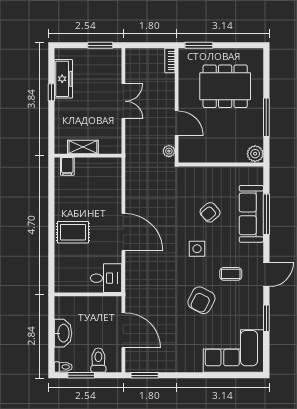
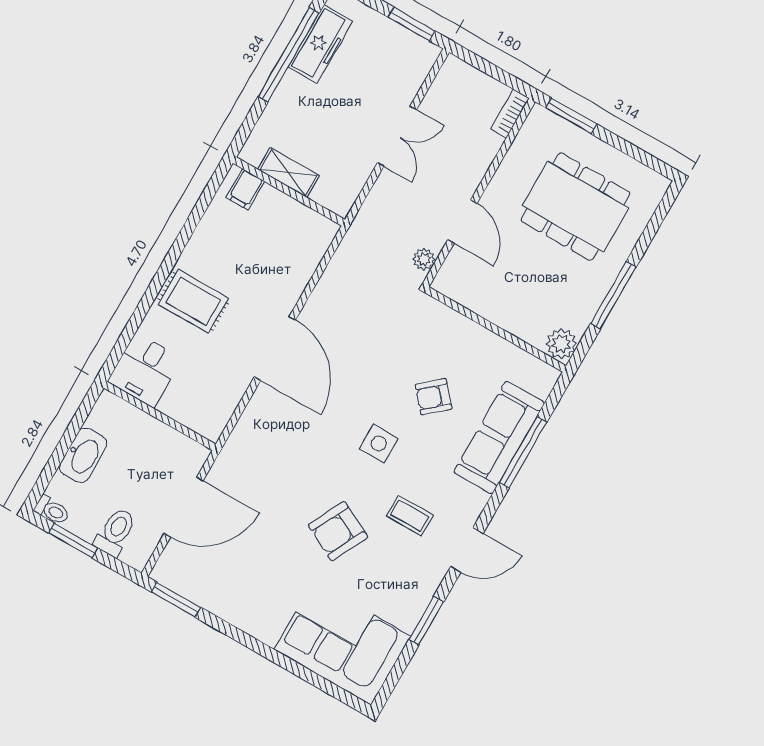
window: (51, 92) -> (289, 55), width x3.17
desk: (106, 278) -> (145, 370), moved, turned 90
door: (123, 330) -> (184, 507), hinge flipped

